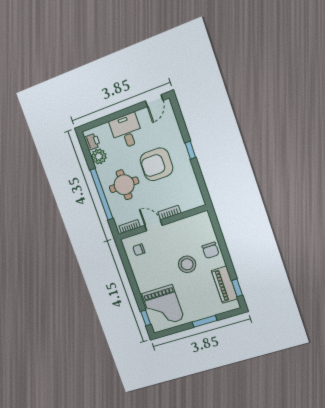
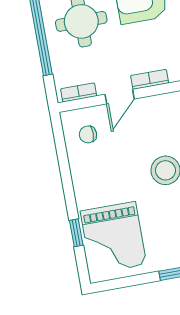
door: (153, 225) -> (120, 97), swing flipped
window: (146, 318) -> (76, 233), moved

